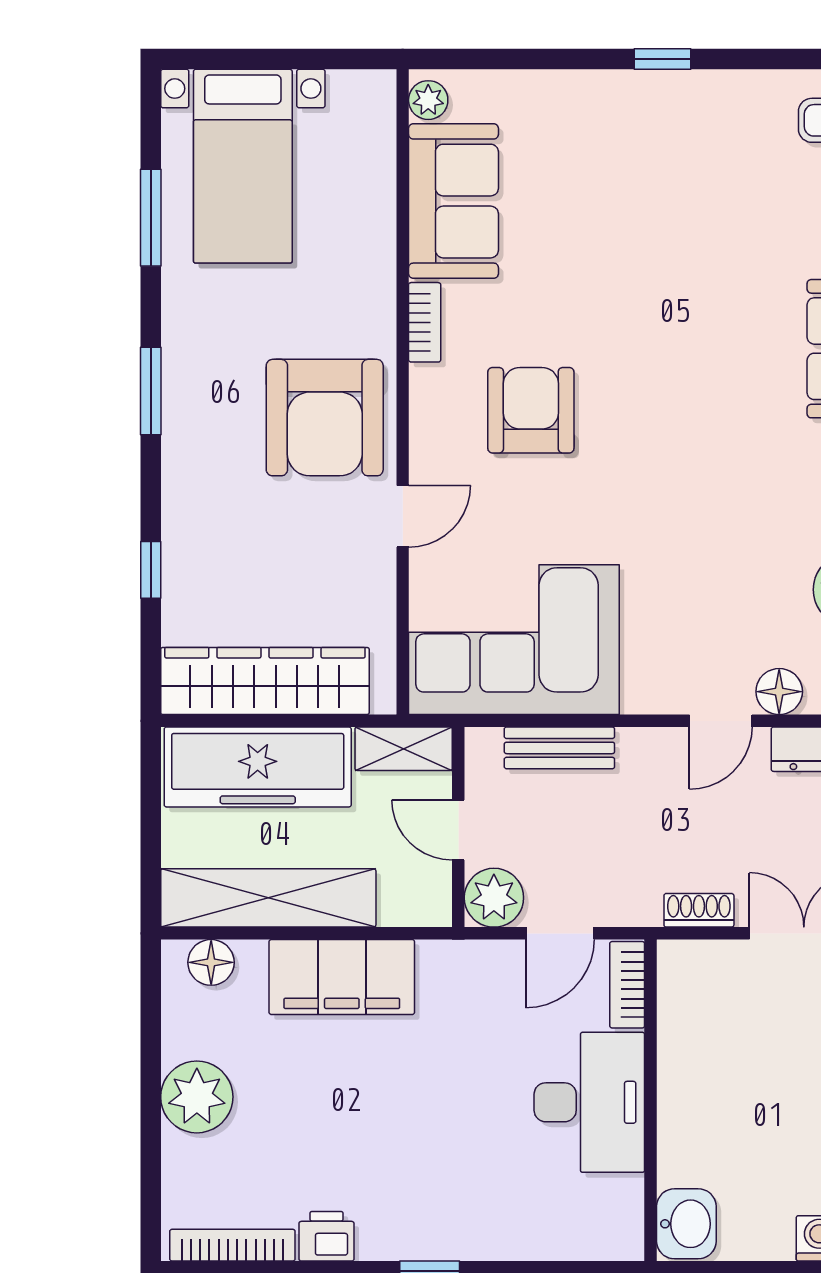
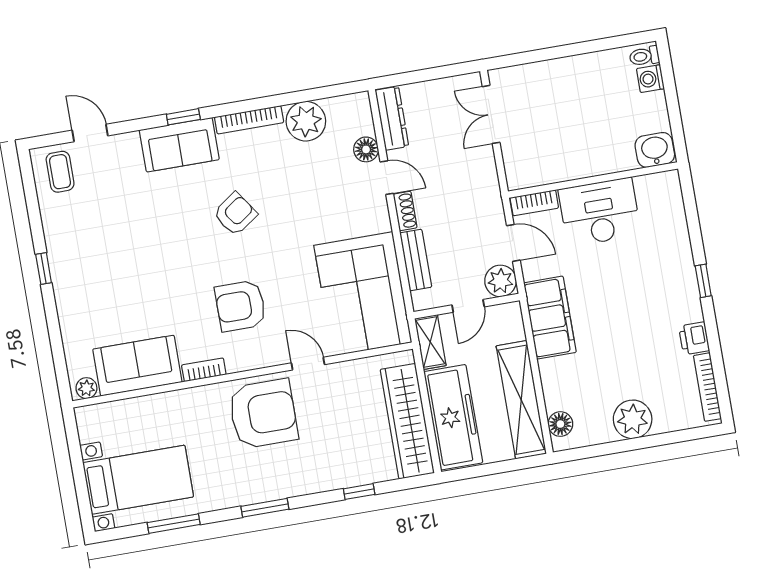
armchair: (702, 430) -> (235, 214), added
shoe rack: (699, 910) -> (405, 211), moved, turned 180
filing cabinet: (342, 977) -> (550, 318), moved

